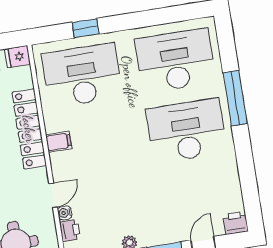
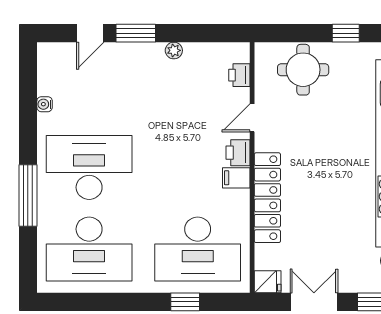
desk: (186, 131) -> (89, 168), turned 180
water cooler: (65, 213) -> (45, 104), moved, turned 180
printer: (235, 223) -> (238, 153), moved, turned 90

